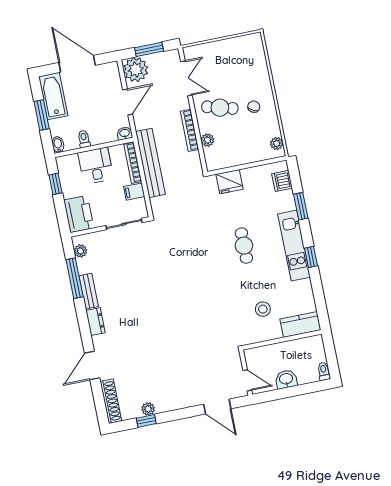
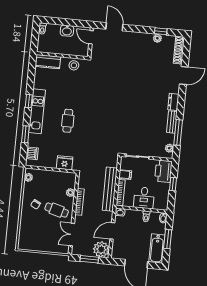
window: (56, 184) -> (173, 184), moved
stool: (263, 309) -> (74, 65), moved

